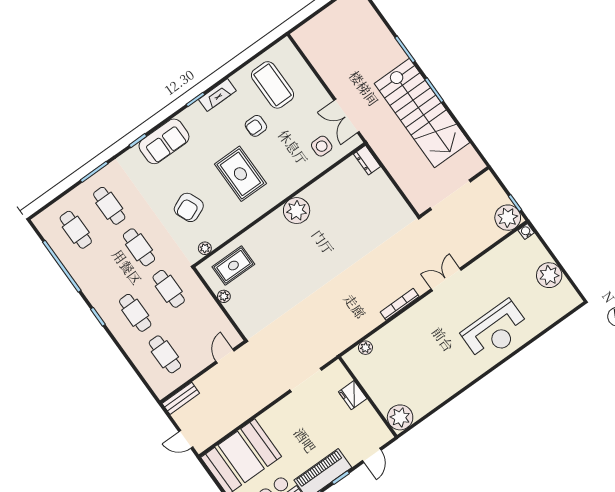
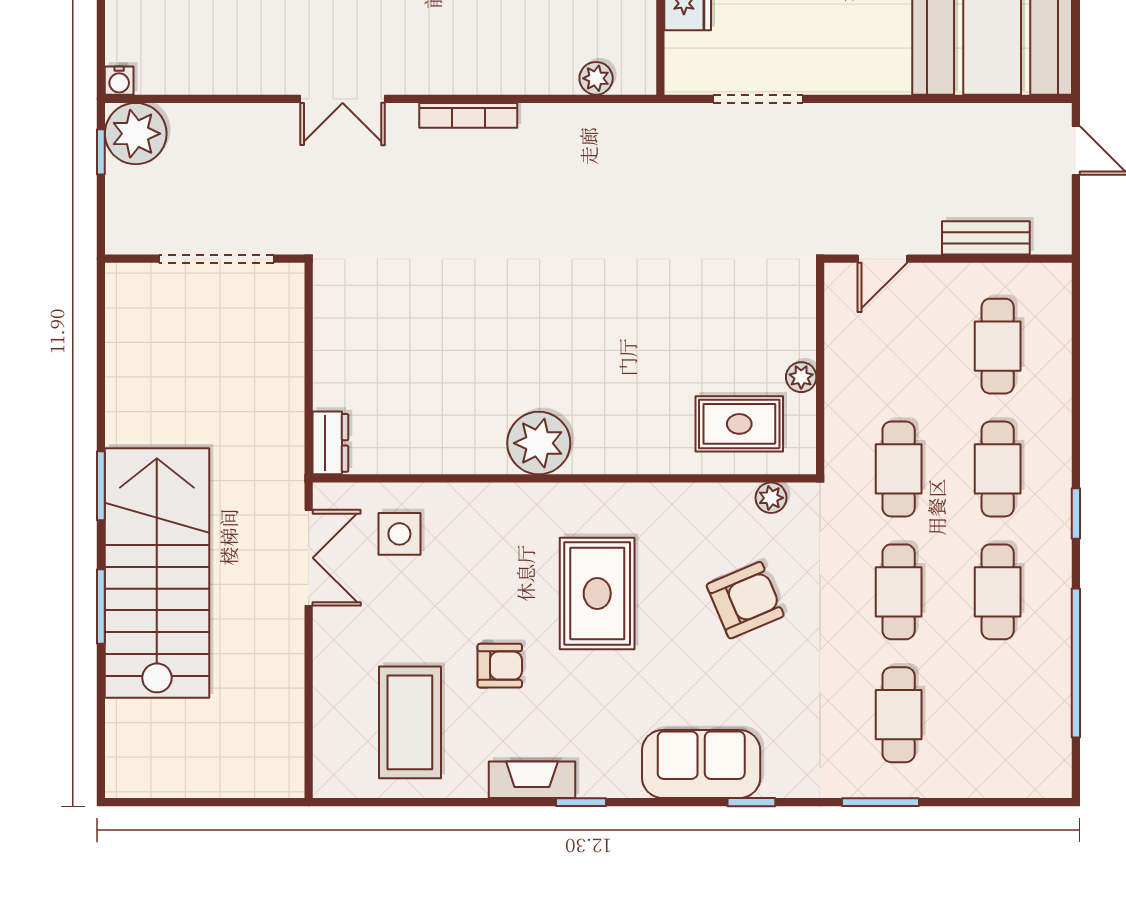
stairs: (422, 113) -> (157, 573), moved
cafe table: (76, 230) -> (998, 592), moved
bench: (181, 398) -> (986, 238), moved

